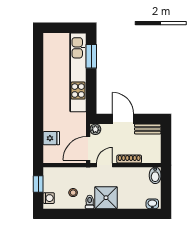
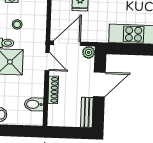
door: (88, 148) -> (67, 43), hinge flipped
bidet: (155, 175) -> (34, 104), moved

